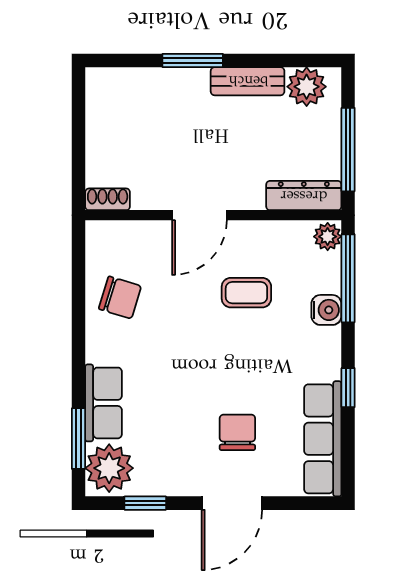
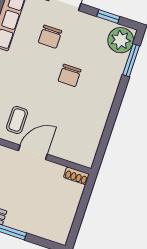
coffee table: (246, 293) -> (17, 120), moved, turned 90
chair: (120, 297) -> (70, 75), moved, turned -107
row of seats: (104, 403) -> (113, 74), removed

